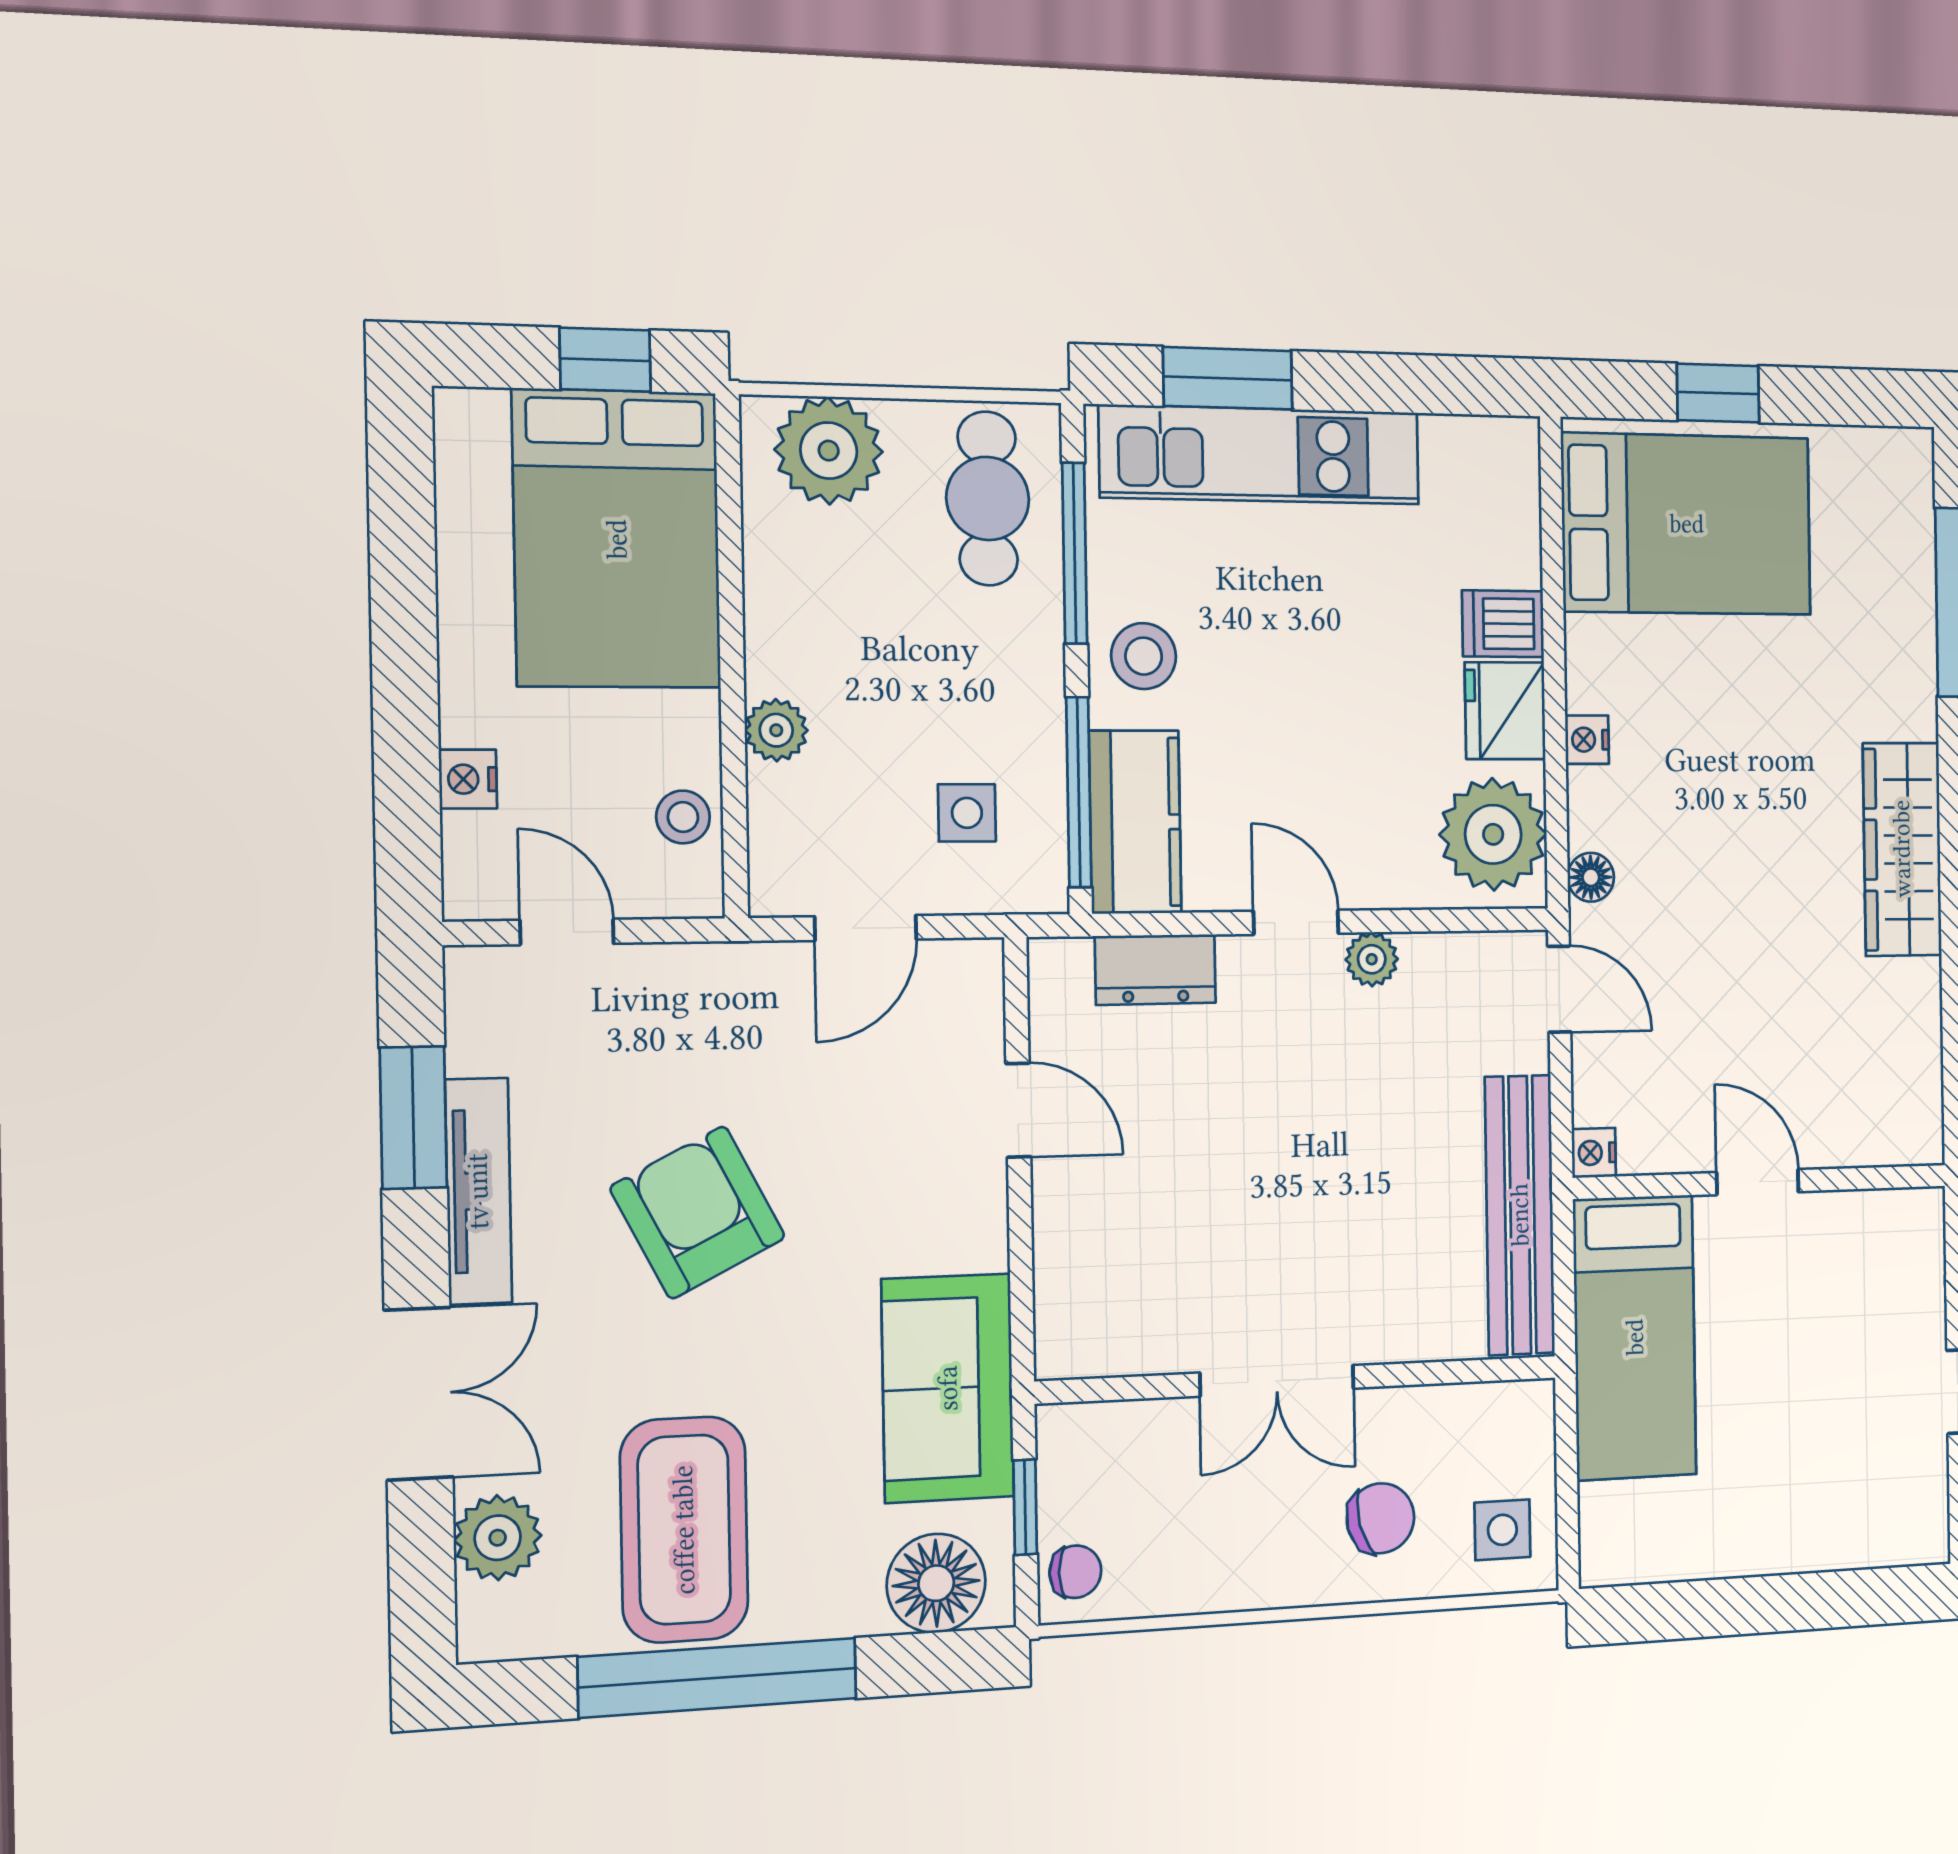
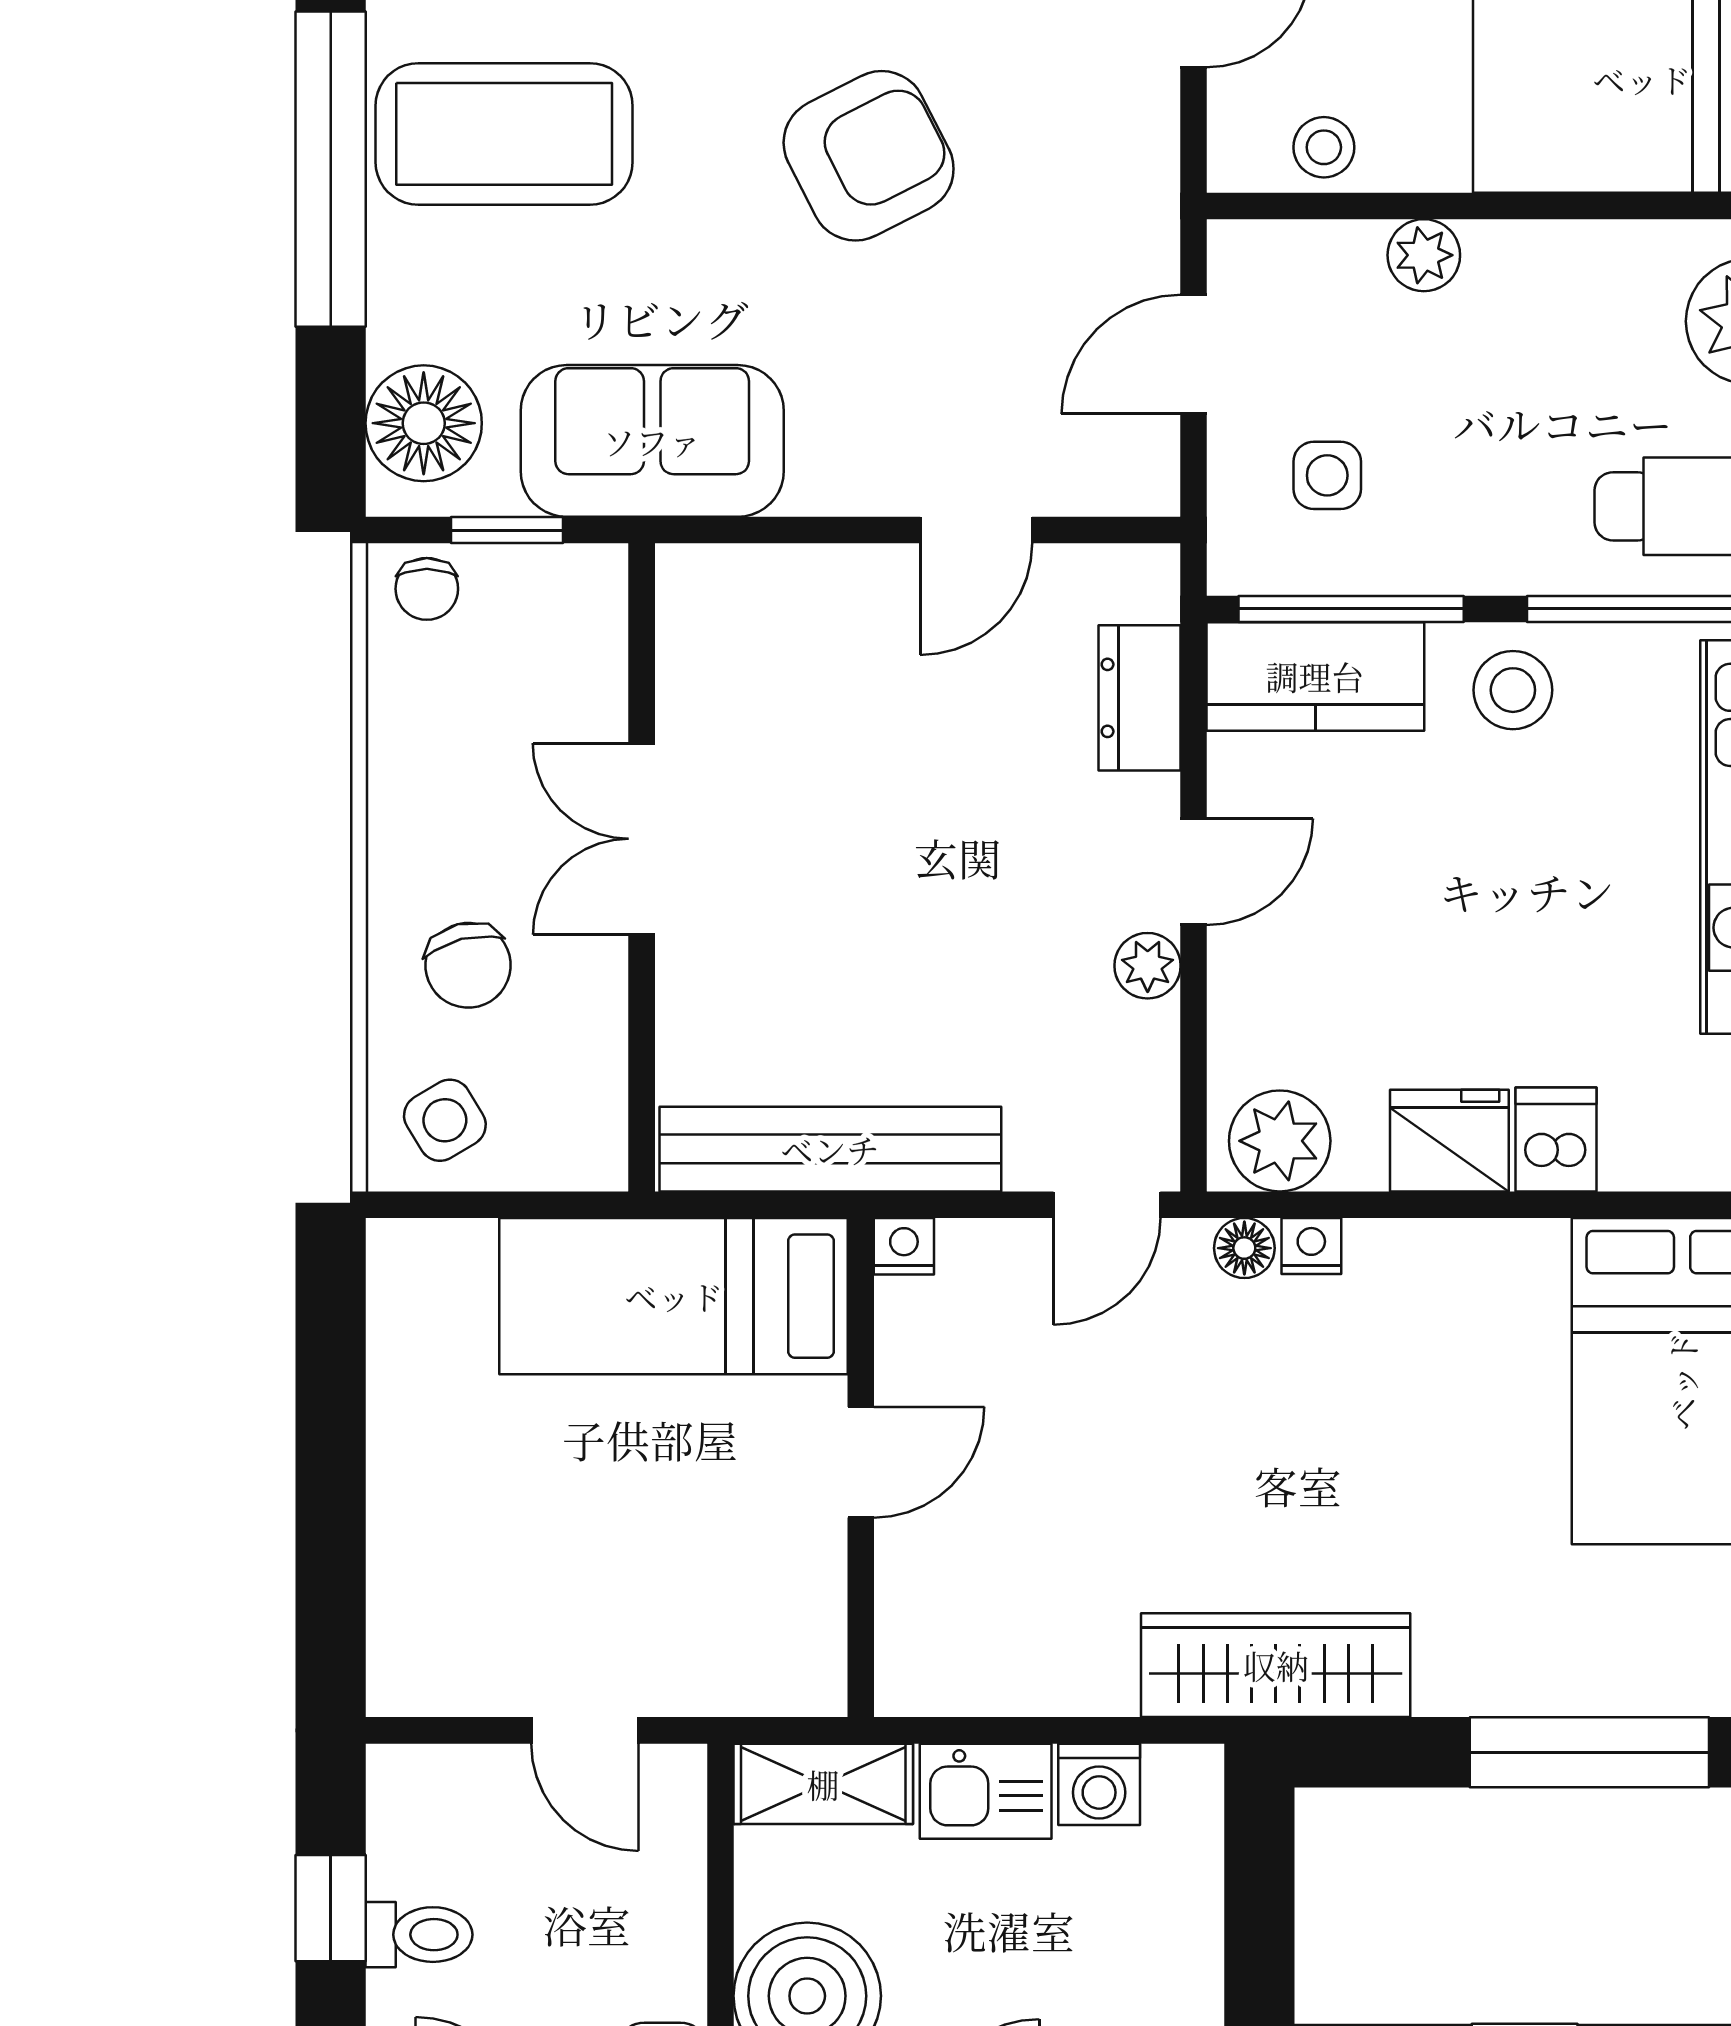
nightstand: (1587, 740) -> (1311, 1246), moved
plant: (1493, 834) -> (1280, 1141), width x0.73, depth x0.73
door: (866, 928) -> (1194, 354), hinge flipped
side table: (1502, 1530) -> (445, 1120), turned -31

